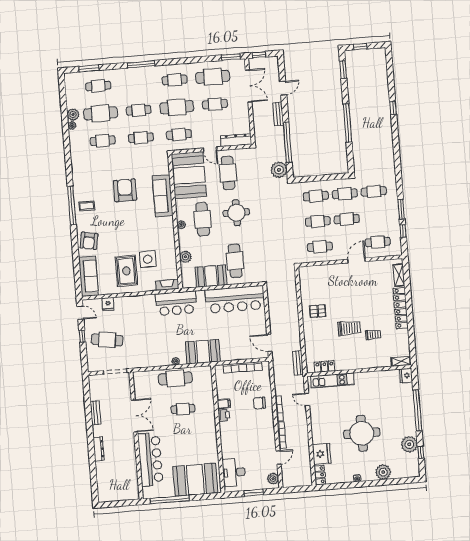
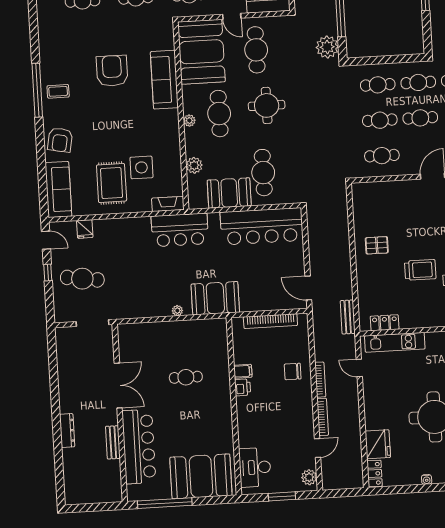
cafe table: (175, 378) -> (176, 335), removed
bench: (96, 413) -> (113, 442), moved

